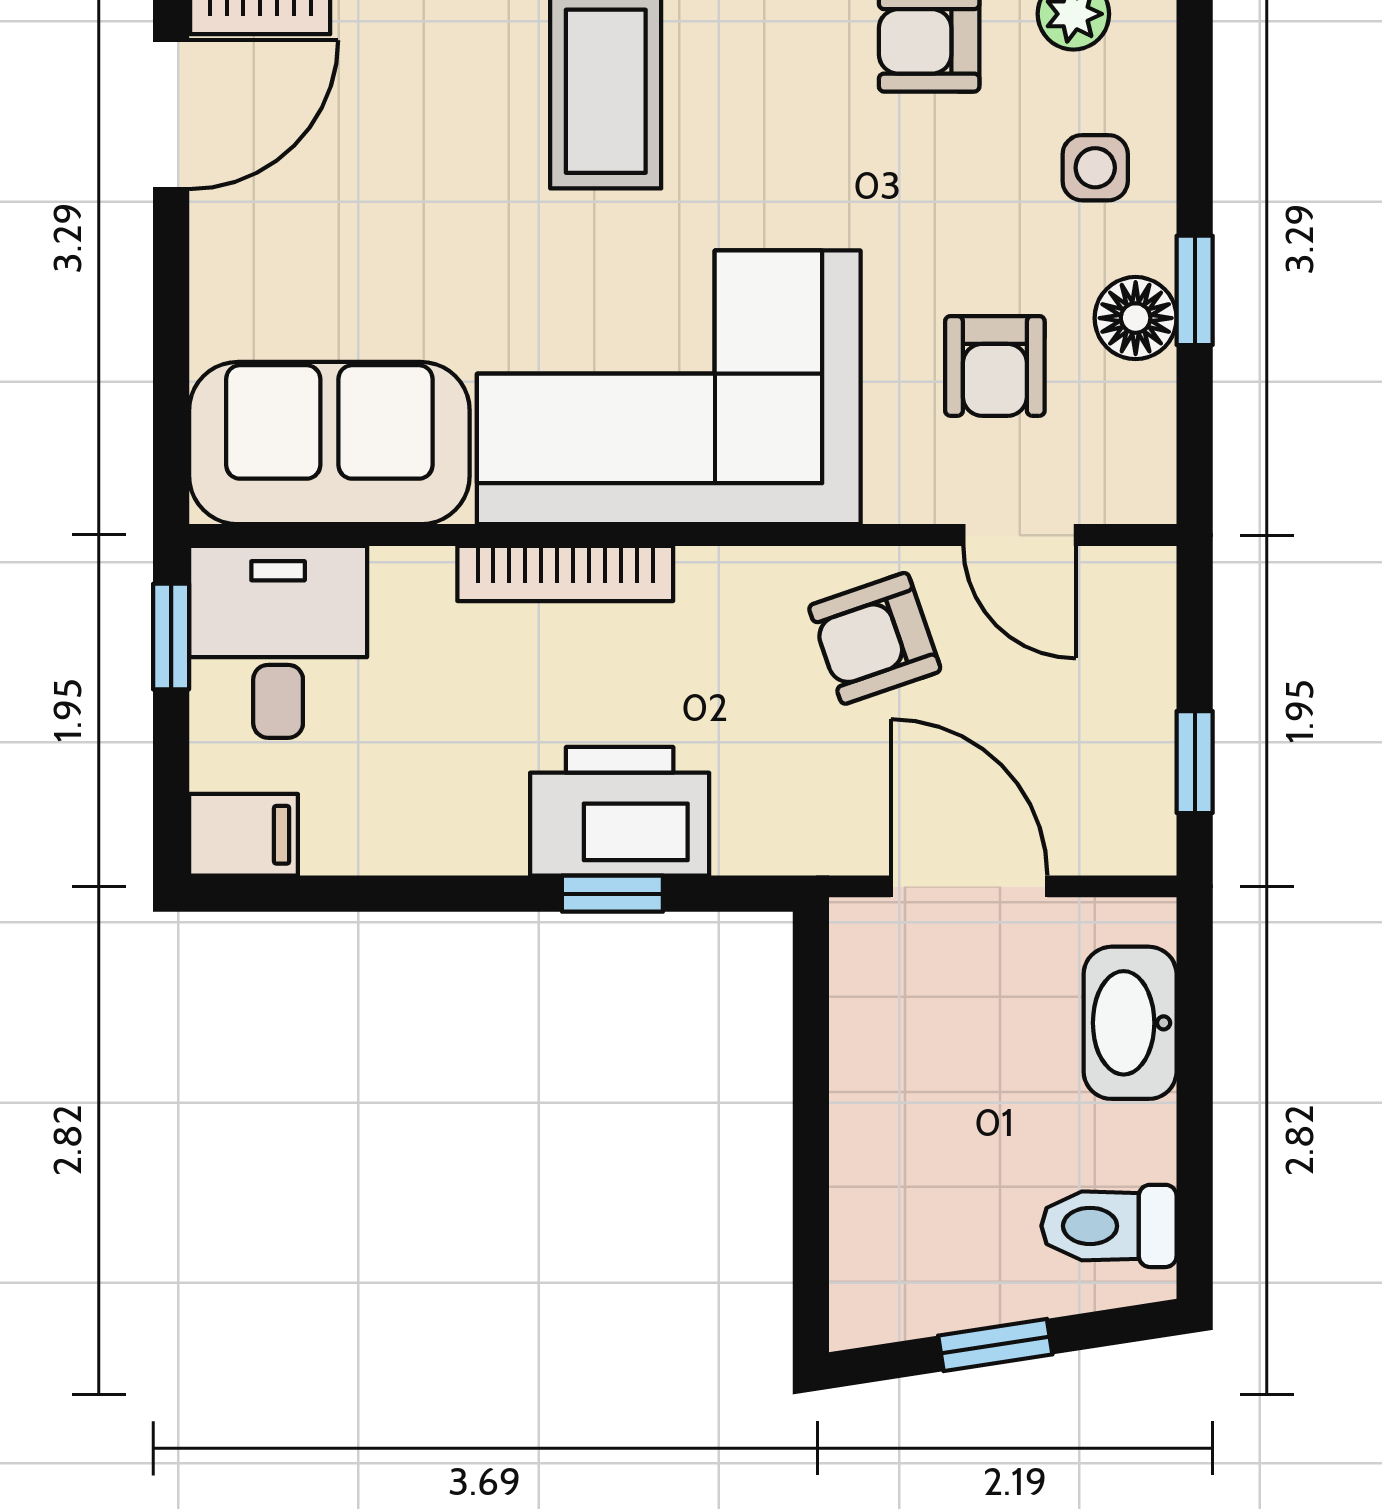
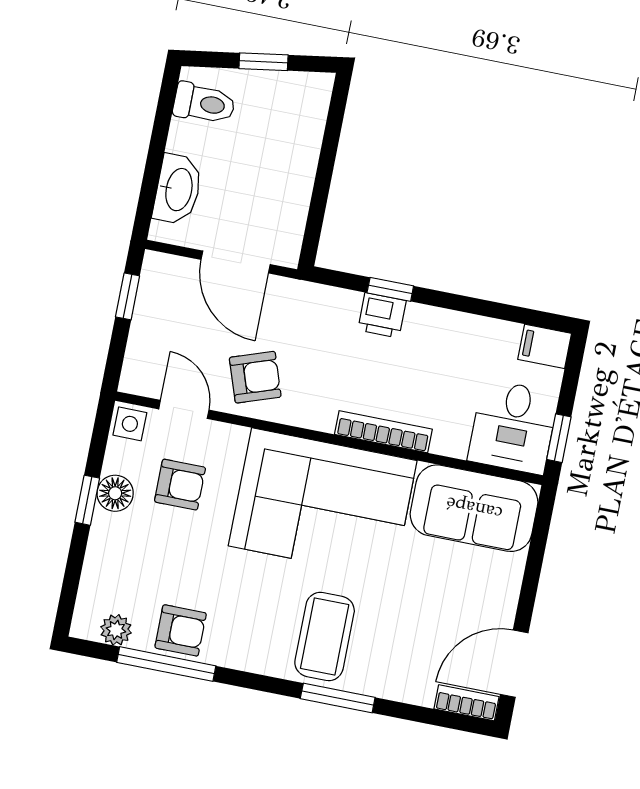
side table: (1095, 168) -> (130, 424), moved
armchair: (995, 366) -> (180, 485), turned 90
printer: (620, 811) -> (382, 315), width x0.53, depth x0.68

